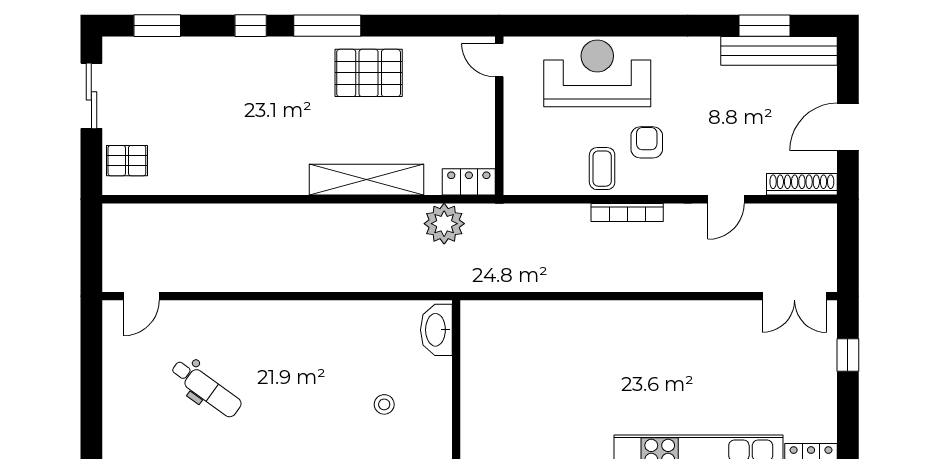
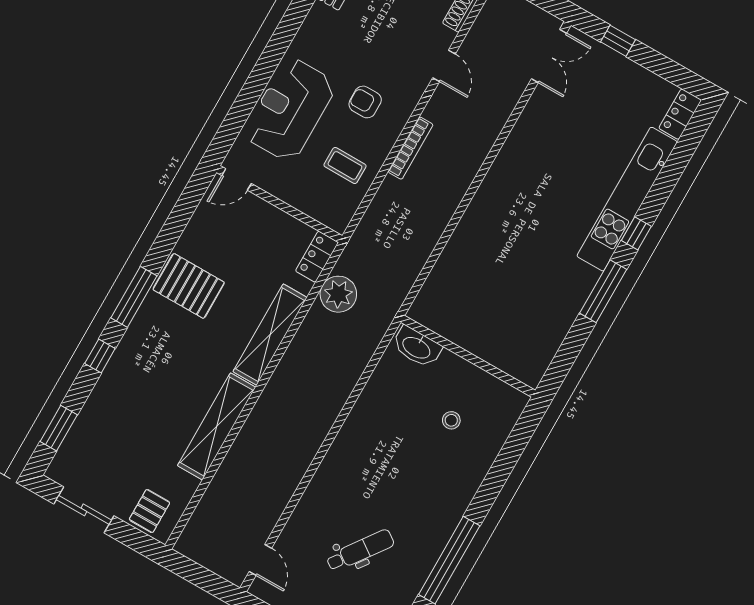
pallet: (369, 73) -> (189, 286), turned 90
coffee table: (602, 169) -> (345, 165), moved
shelving: (247, 179) -> (217, 426), added

